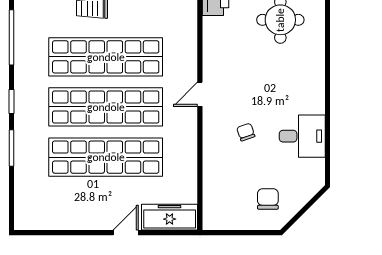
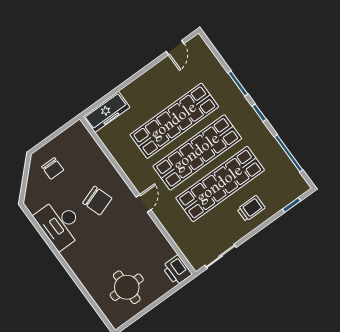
chair: (246, 132) -> (97, 201), width x1.87, depth x1.87
desk: (302, 136) -> (60, 224), width x1.37
door: (126, 233) -> (175, 48), moved

